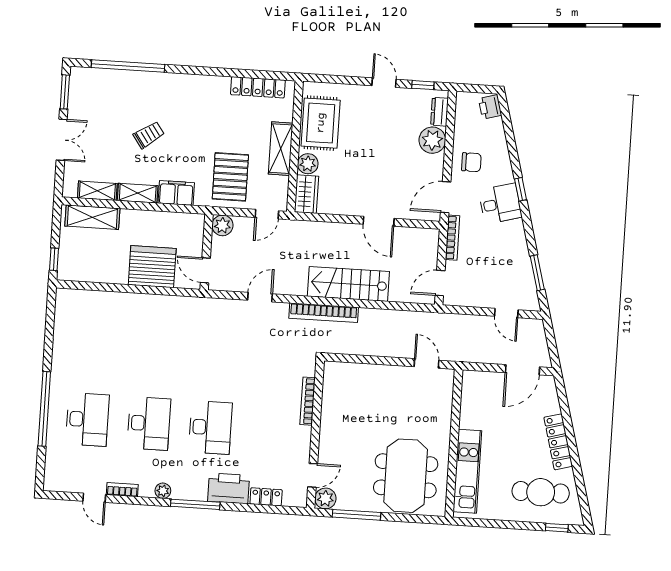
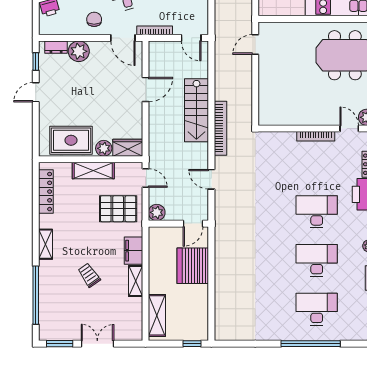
shelving: (97, 191) -> (46, 244), moved
bookcase: (308, 401) -> (316, 136), moved

